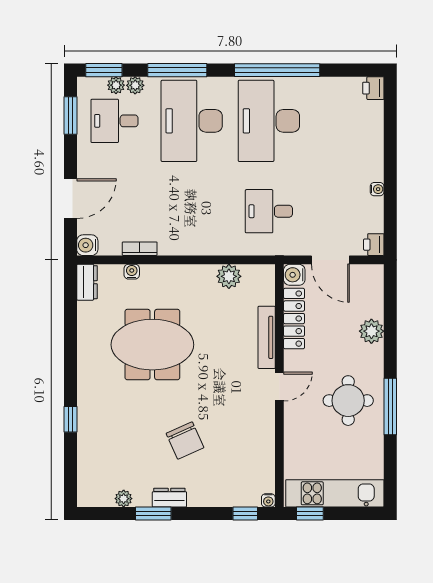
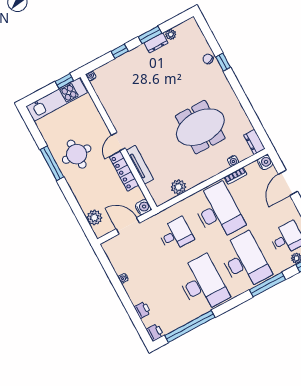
window: (277, 70) -> (190, 326), moved
plant: (135, 85) -> (286, 264), removed
desk: (192, 211) -> (218, 212), added
printer: (374, 245) -> (142, 310), moved
locker: (294, 319) -> (124, 171), moved
plant: (371, 331) -> (94, 217), moved
chair: (185, 441) -> (208, 59), moved, width x0.54, depth x0.54
dresser: (169, 498) -> (156, 43), moved
window: (245, 514) -> (120, 51), moved

